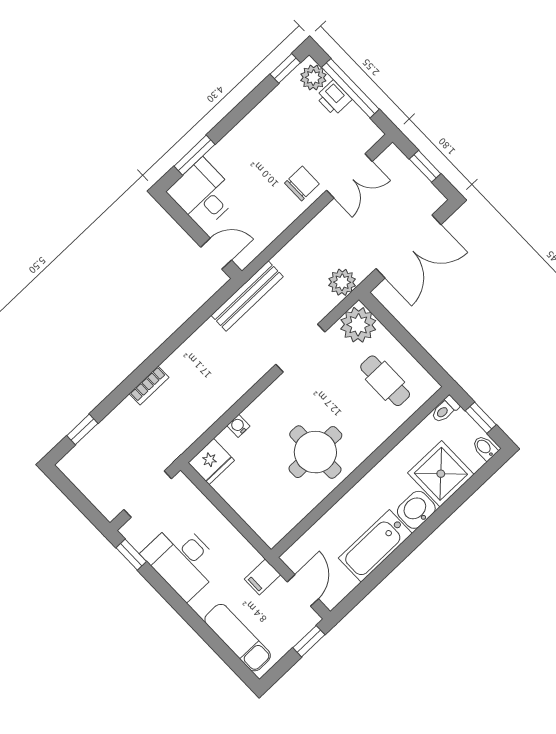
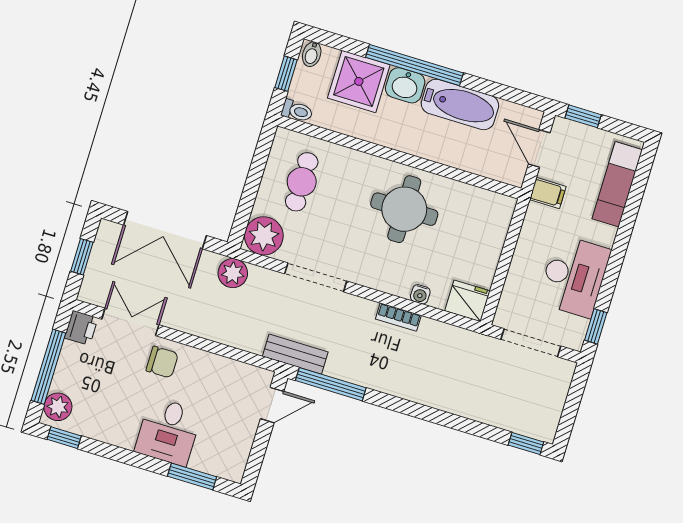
printer: (334, 98) -> (81, 328), moved
chair: (302, 183) -> (162, 362), turned 180
desk: (203, 194) -> (168, 431), moved
double door: (408, 247) -> (165, 230), swing flipped
door: (216, 254) -> (272, 405), swing flipped
bench: (247, 296) -> (295, 354), width x0.73
window: (206, 311) -> (331, 384), added
bookcase: (149, 386) -> (398, 317), moved, turned 180
window: (82, 429) -> (526, 444), moved
window: (429, 527) -> (414, 65), added
door: (303, 590) -> (539, 148), hinge flipped

